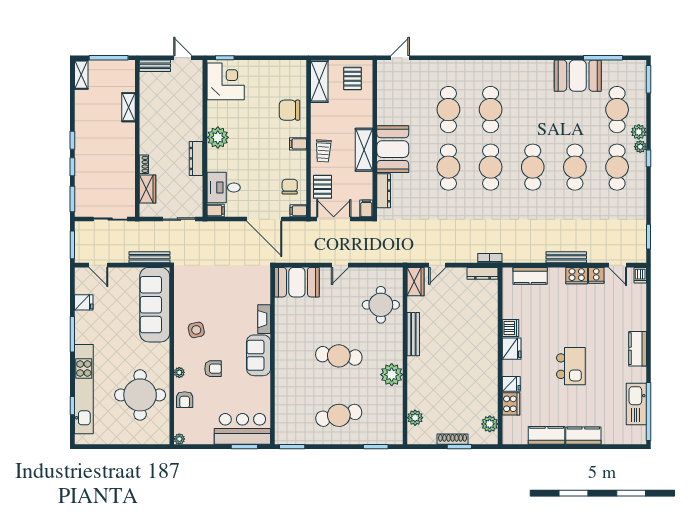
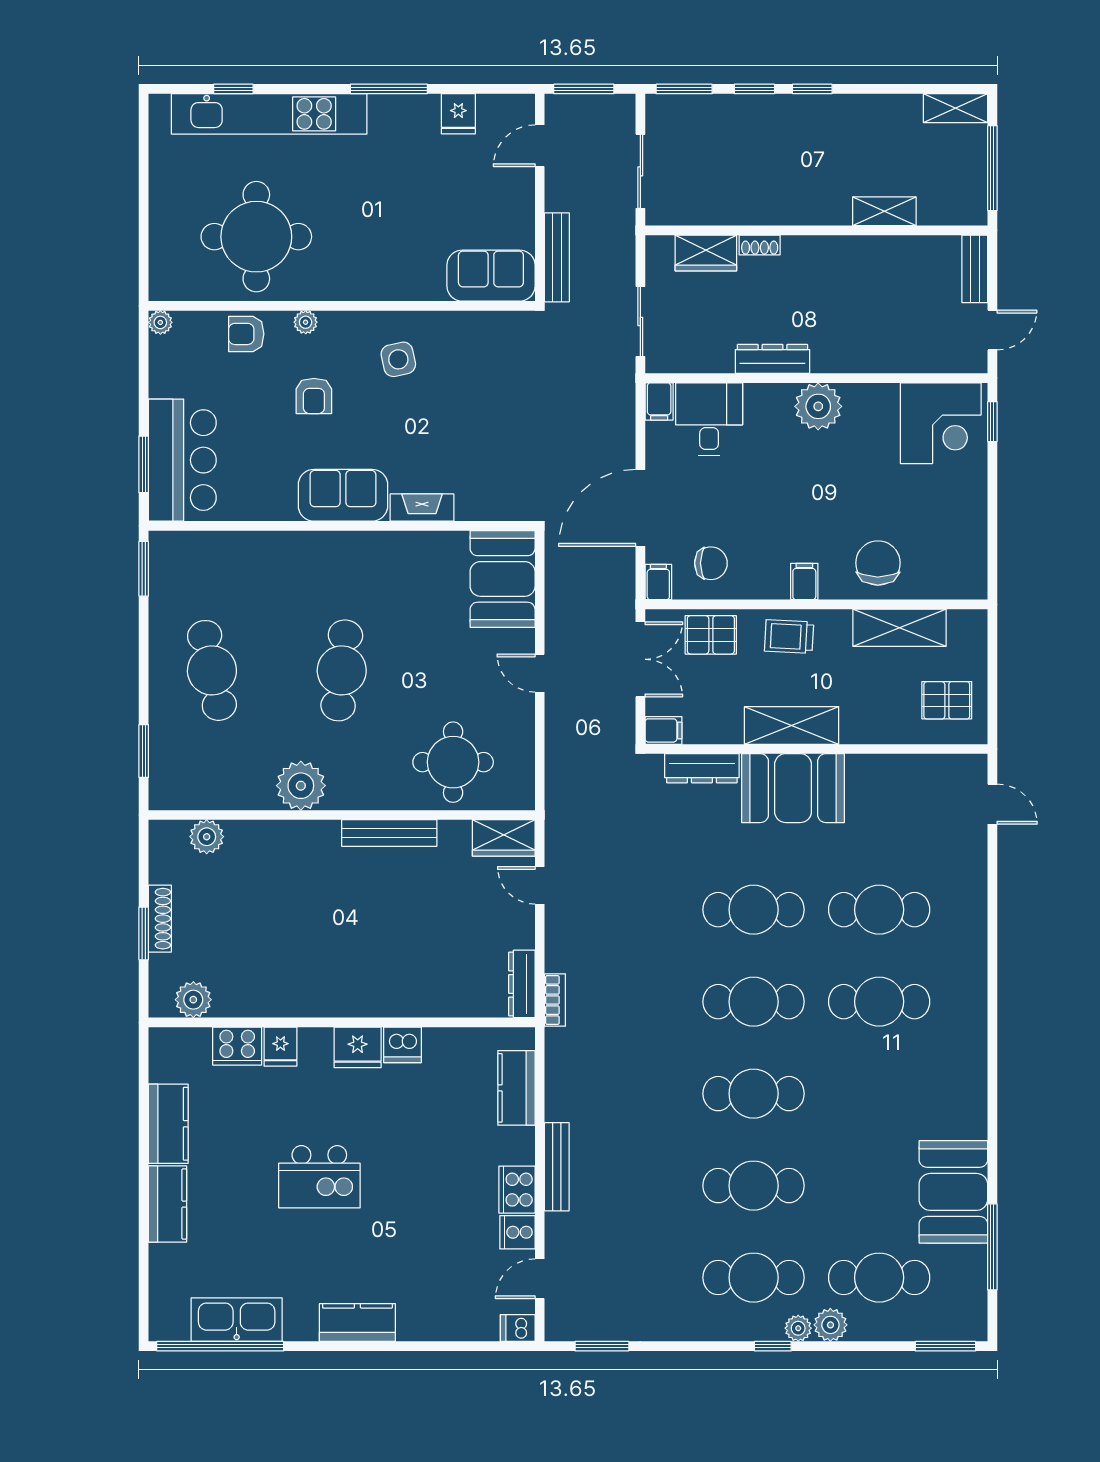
shelving: (319, 81) -> (900, 628), moved
sofa: (155, 305) -> (491, 276), width x0.54, depth x0.79

